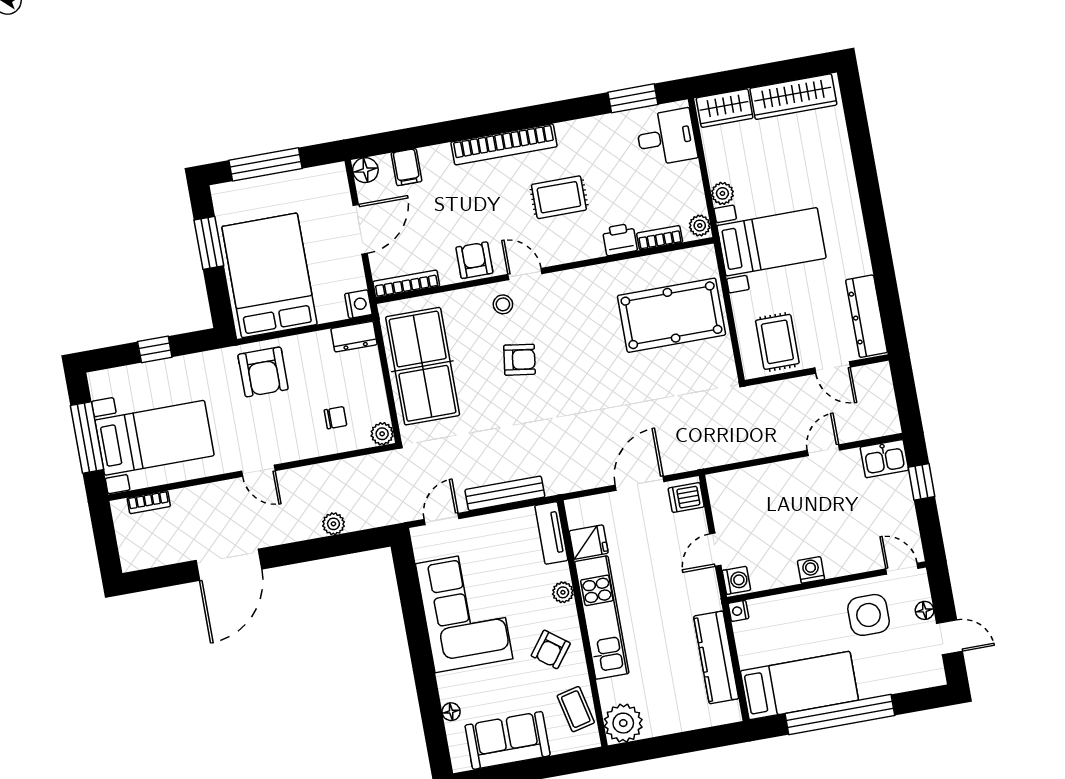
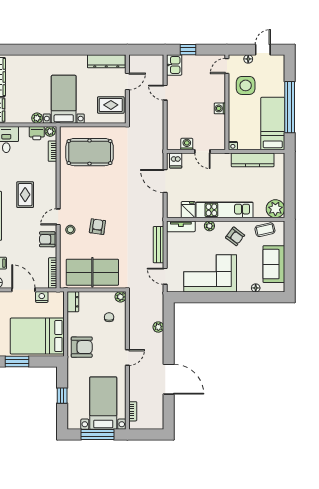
printer: (620, 239) -> (37, 133), moved, turned -90
nightstand: (358, 304) -> (42, 297), moved
pool table: (671, 315) -> (90, 152), turned 90
washing machine: (736, 580) -> (187, 144), moved

